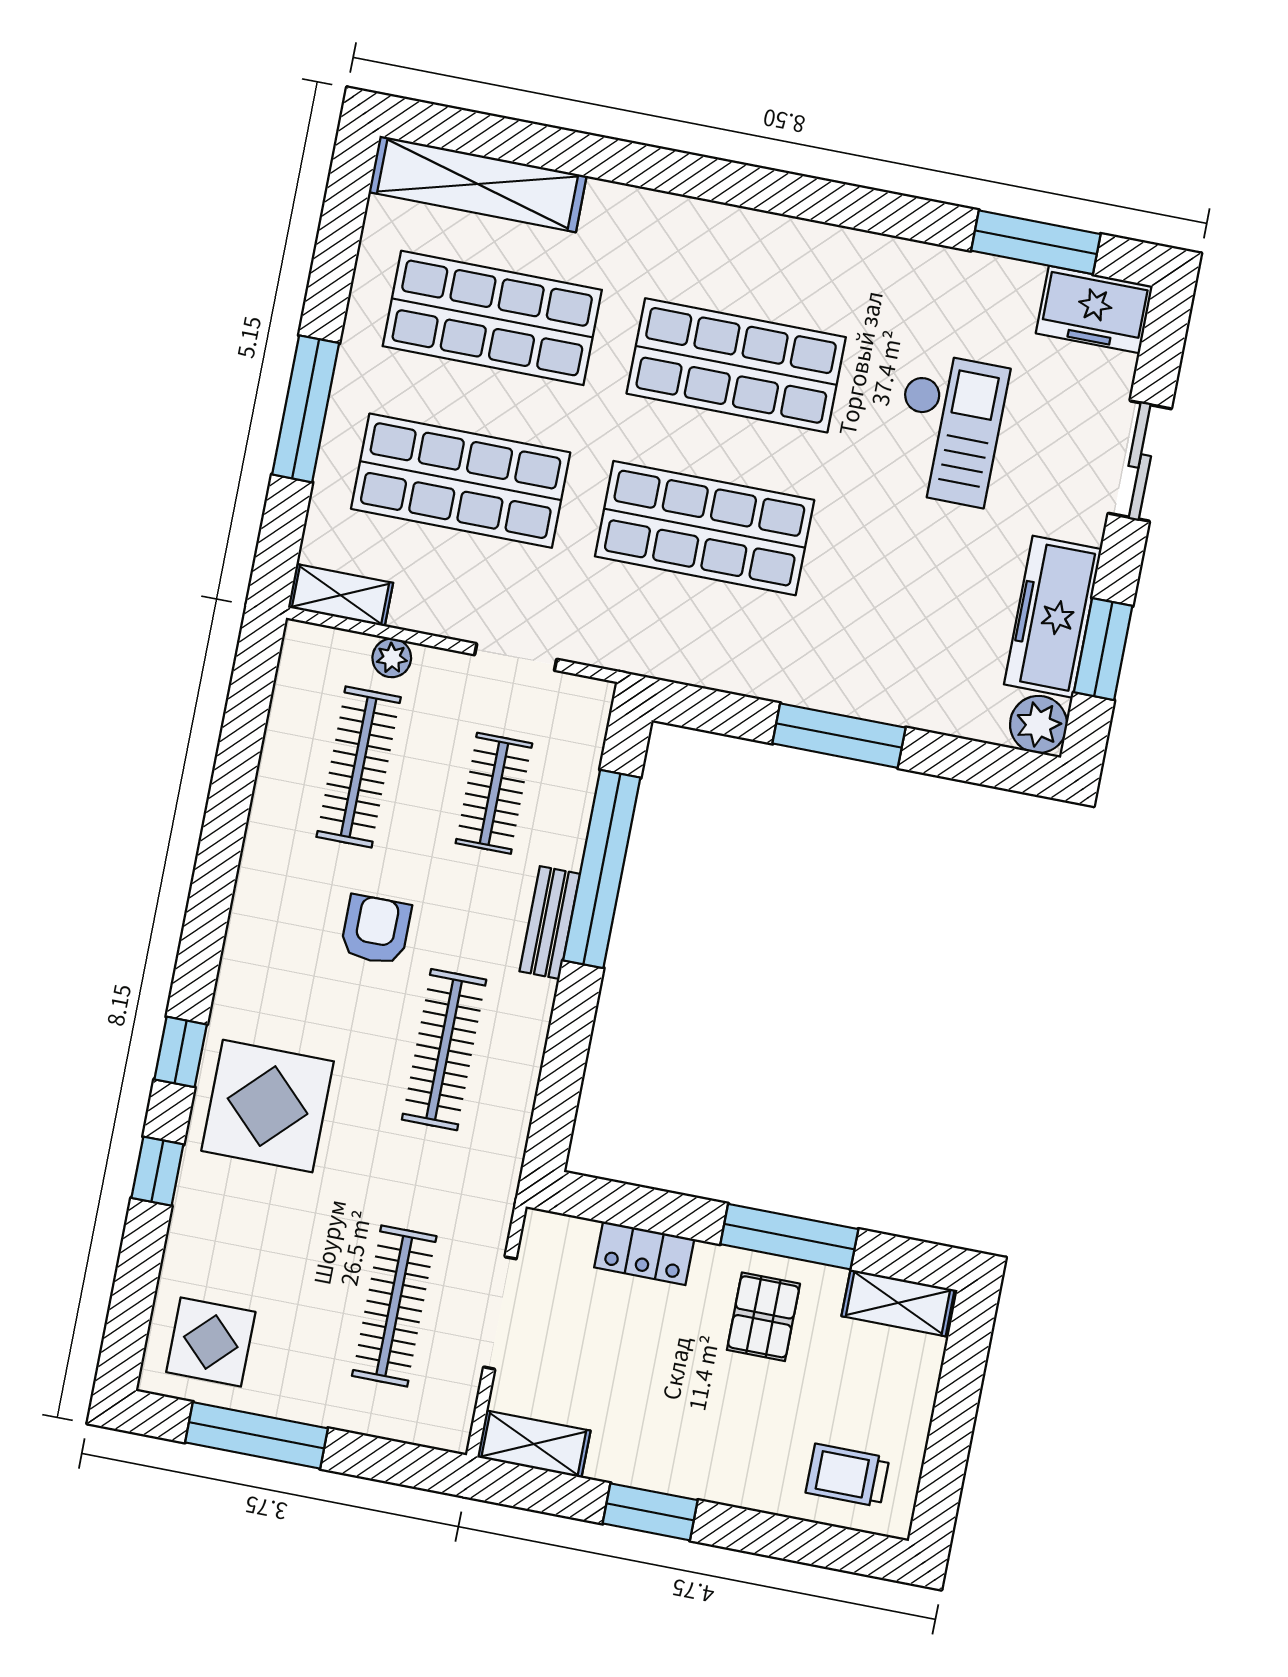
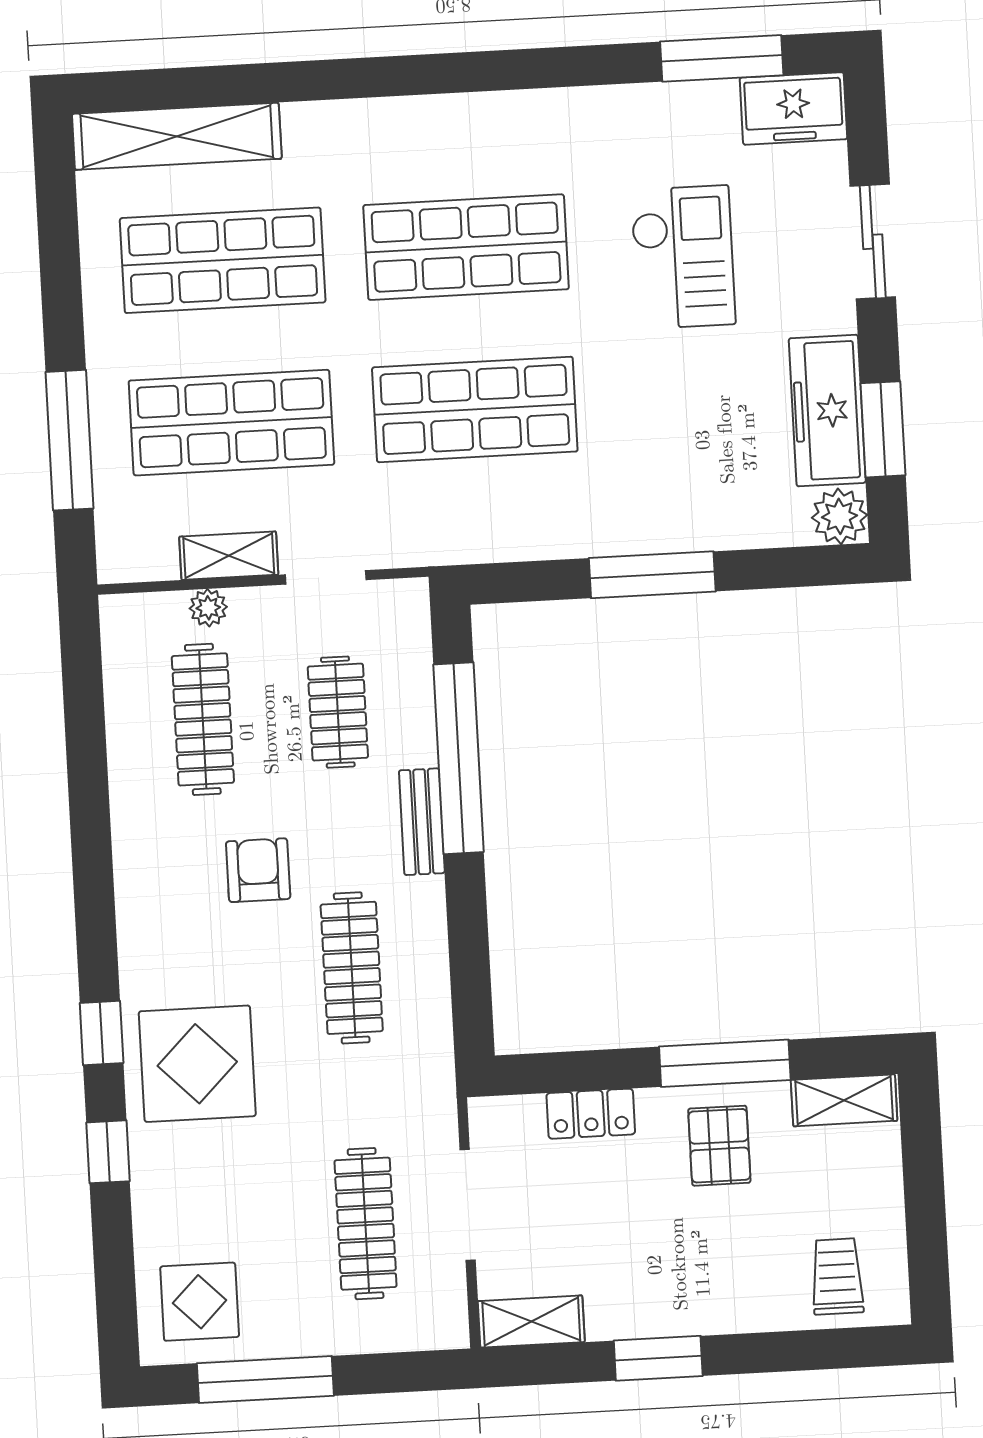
window: (306, 409) -> (69, 440), moved
shelving: (341, 595) -> (229, 556), moved
trolley: (847, 1475) -> (837, 1276), turned 90

